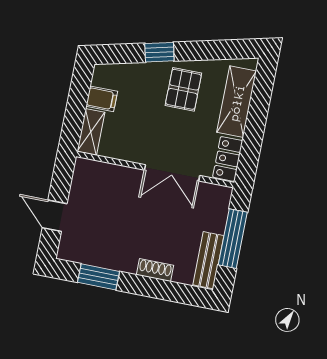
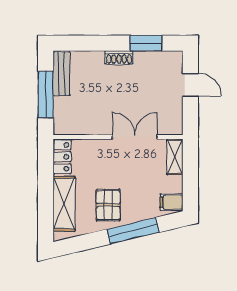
window: (159, 52) -> (133, 231), width x2.17
filing cabinet: (102, 99) -> (171, 202), moved
double door: (172, 173) -> (135, 137), moved
shoe rack: (155, 270) -> (119, 57), moved

